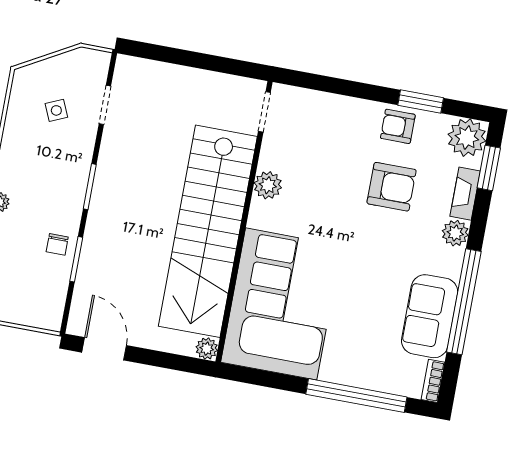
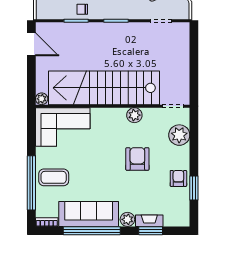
plant: (467, 138) -> (179, 135), moved
window: (489, 168) -> (151, 231), moved
armchair: (392, 187) -> (137, 159), moved, turned 180
corner sofa: (281, 304) -> (63, 127), width x0.73, depth x0.74
sofa: (430, 316) -> (89, 214), width x1.36
door: (104, 349) -> (31, 44), hinge flipped
coffee table: (354, 353) -> (54, 177), added

